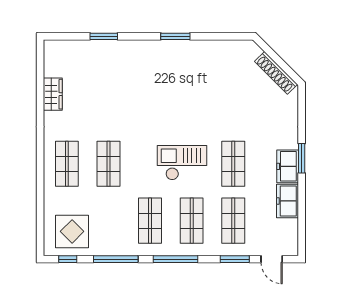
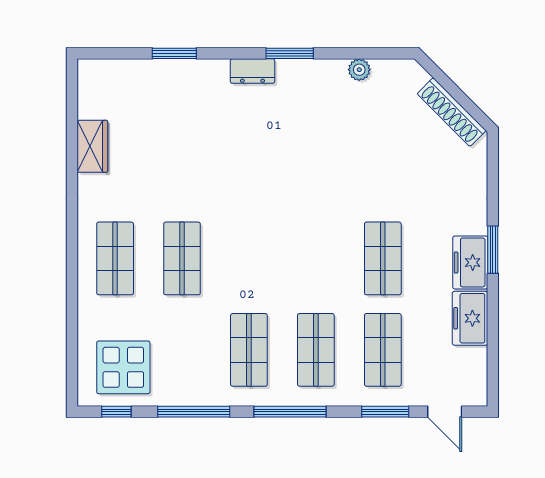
dresser: (152, 47) -> (253, 71), added
plant: (219, 47) -> (359, 70), added
checkout: (182, 163) -> (300, 257), removed

